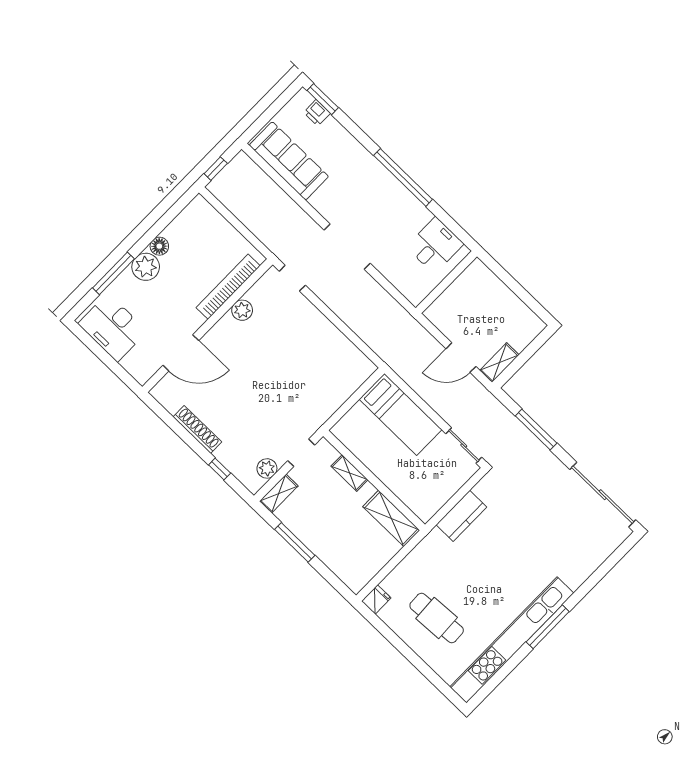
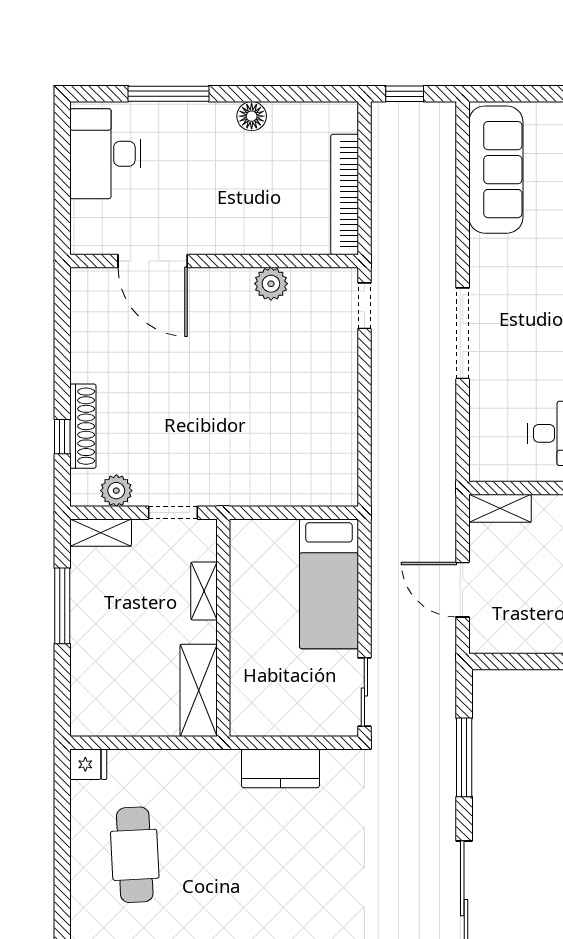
plant: (146, 267) -> (212, 124), removed
bookcase: (228, 287) -> (345, 194), moved, turned -90
shelving: (499, 363) -> (500, 508), moved
shoe rack: (197, 429) -> (83, 426), moved

